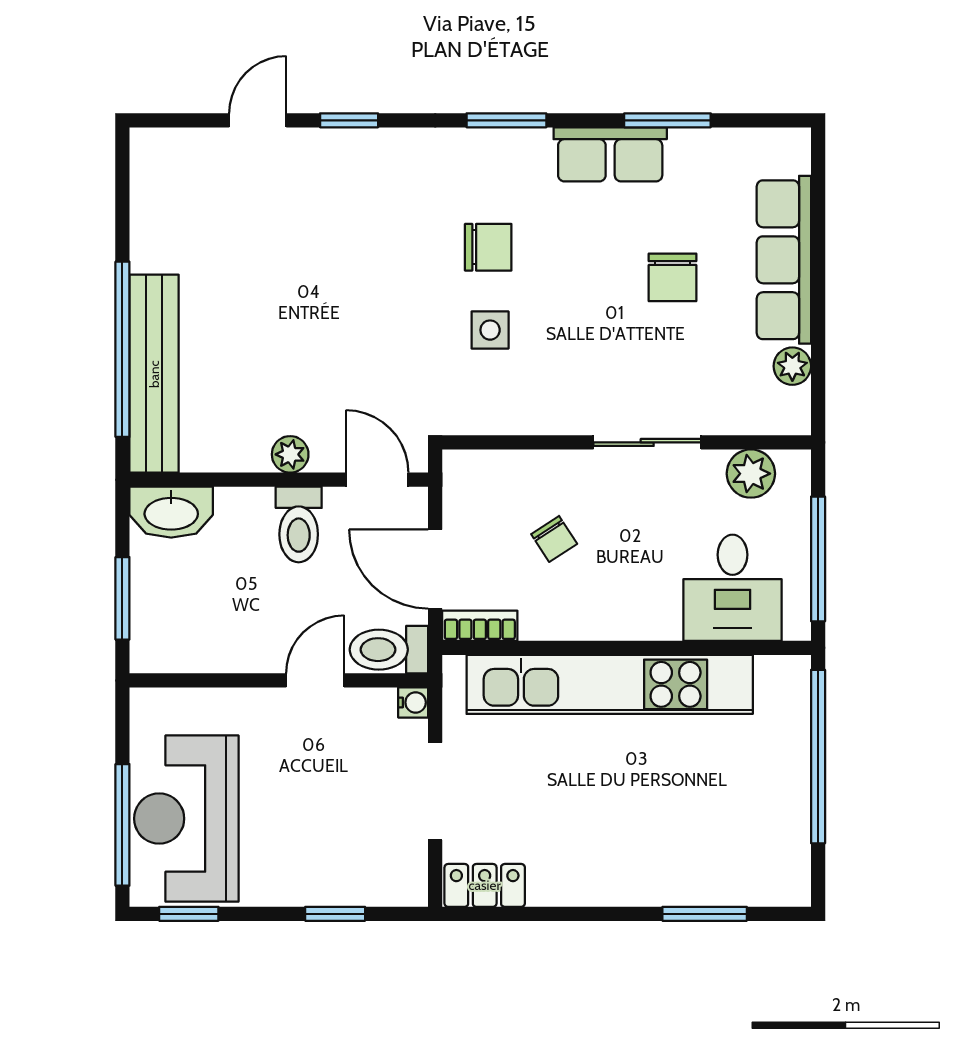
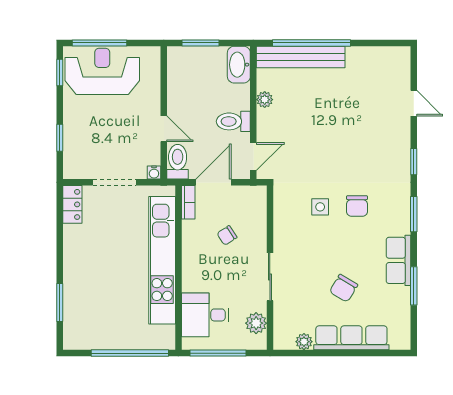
window: (349, 120) -> (414, 162), moved
chair: (672, 277) -> (344, 288), turned -59
plant: (290, 454) -> (265, 100), moved

